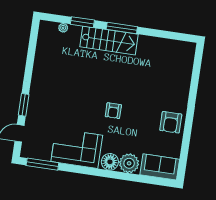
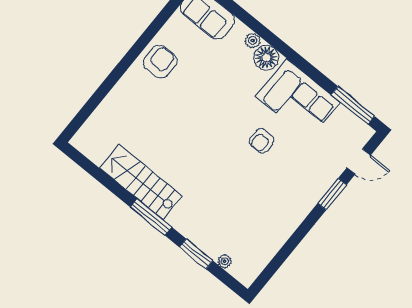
stairs: (109, 41) -> (141, 182), moved
armchair: (113, 111) -> (262, 141), moved, turned 180
plant: (129, 163) -> (253, 40), width x0.53, depth x0.53

